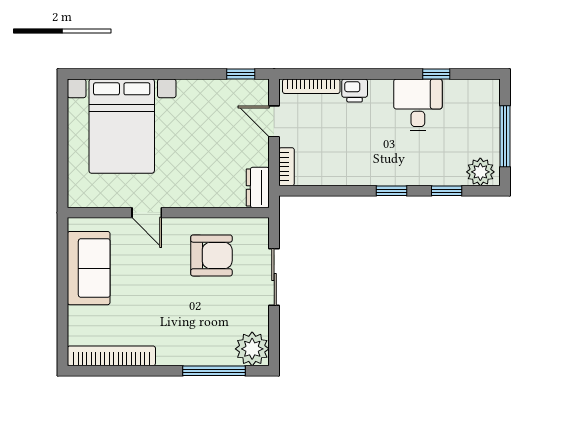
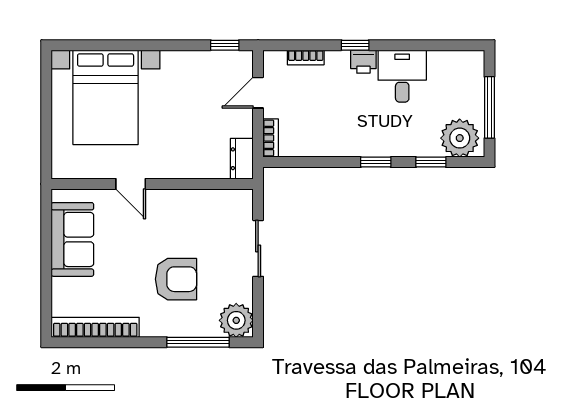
window: (436, 74) -> (355, 45), moved
bookcase: (311, 86) -> (306, 57), width x0.64
printer: (355, 90) -> (363, 62), moved
door: (274, 121) -> (258, 93), hinge flipped
plant: (480, 172) -> (460, 138), width x1.36, depth x1.36
armchair: (211, 255) -> (176, 279), moved

